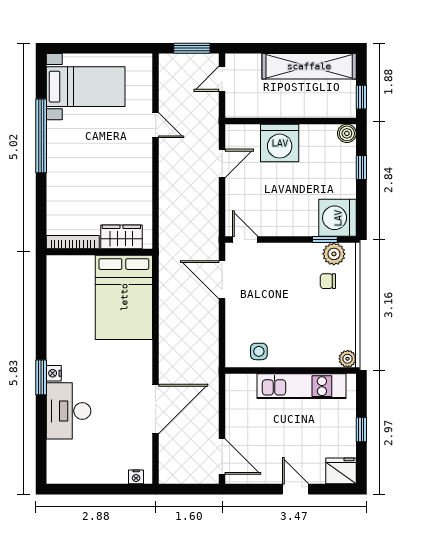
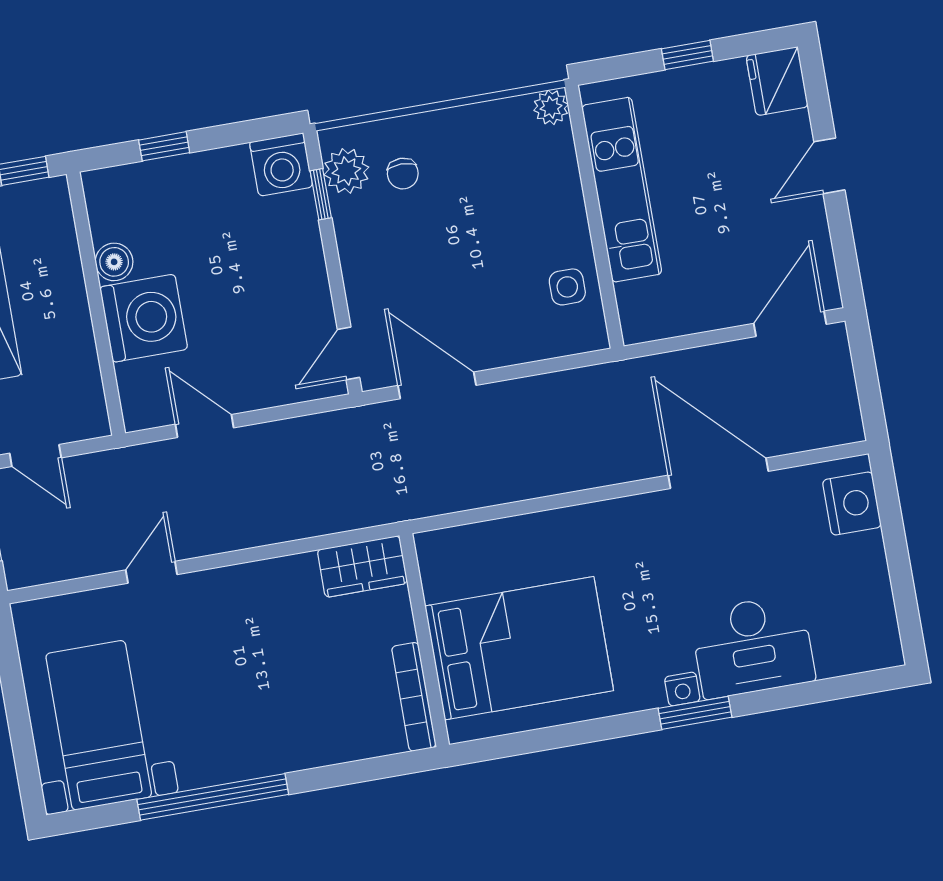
boiler: (347, 133) -> (114, 262), moved
washing machine: (338, 218) -> (281, 165), width x0.73, depth x0.73
wardrobe: (121, 237) -> (362, 567), moved, turned -90
door: (222, 280) -> (437, 385), swing flipped
bed: (124, 297) -> (519, 648), moved
nightstand: (136, 477) -> (852, 503), width x1.89, depth x1.79

